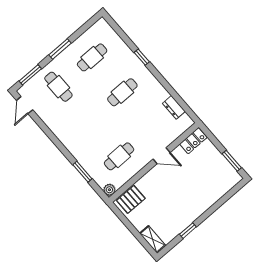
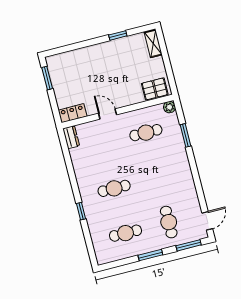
dresser: (174, 107) -> (71, 137), moved

